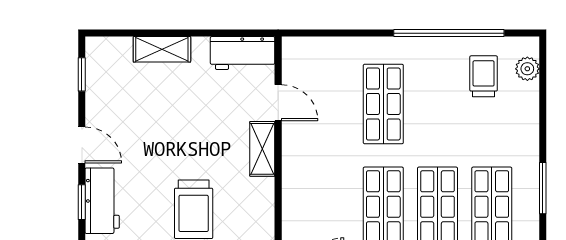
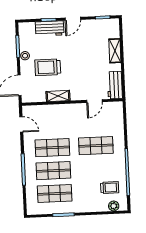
shelving: (262, 149) -> (58, 96), moved

